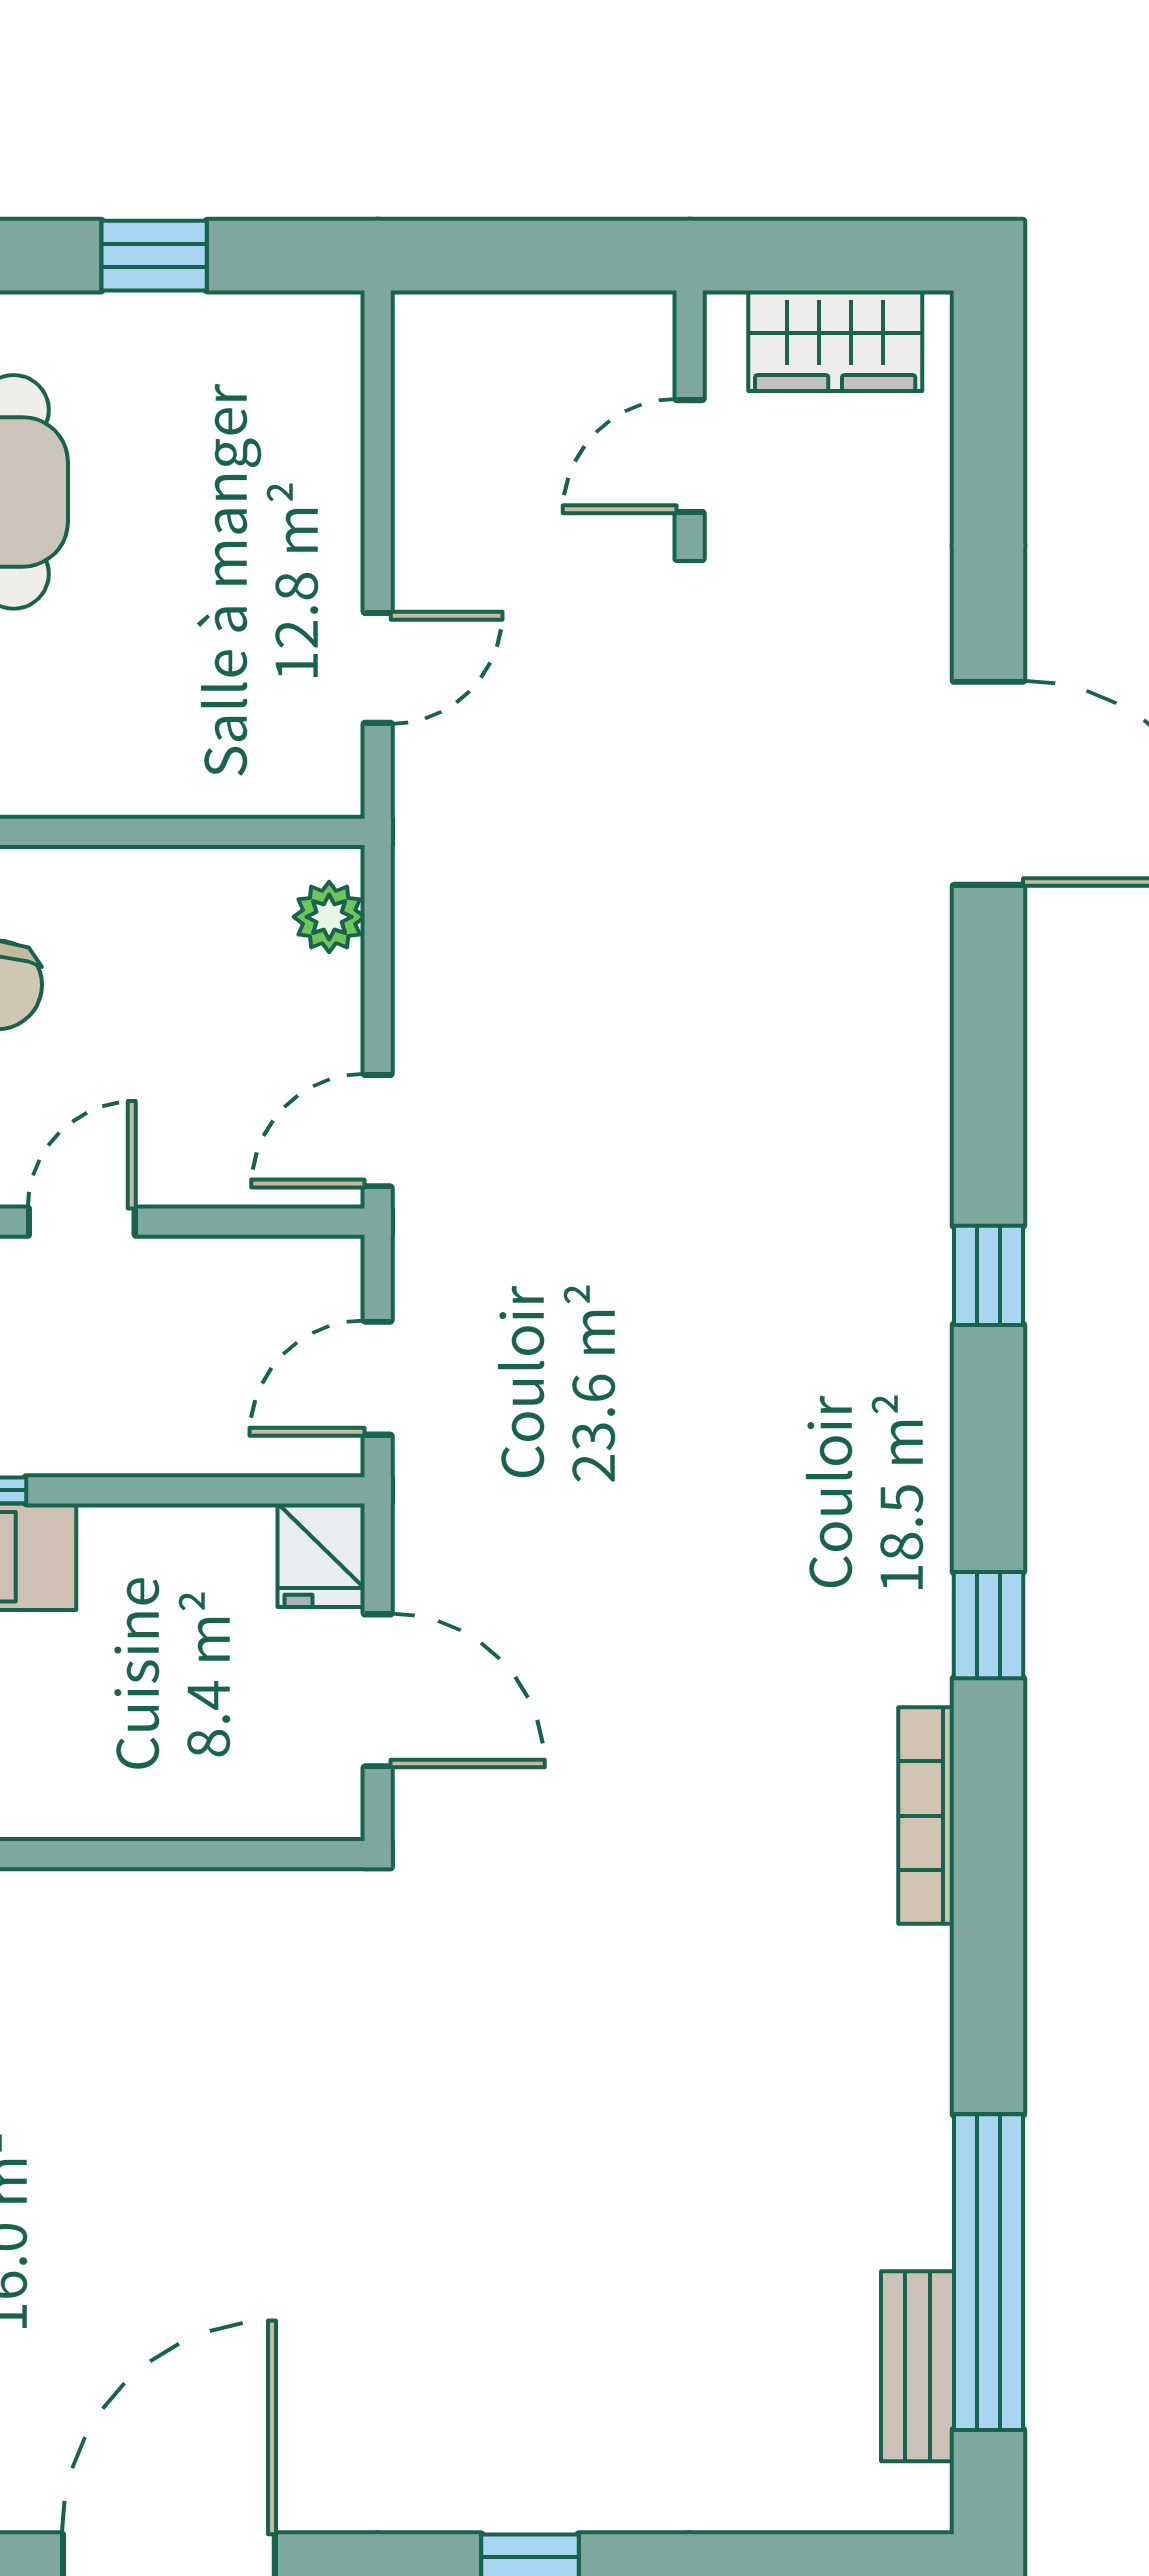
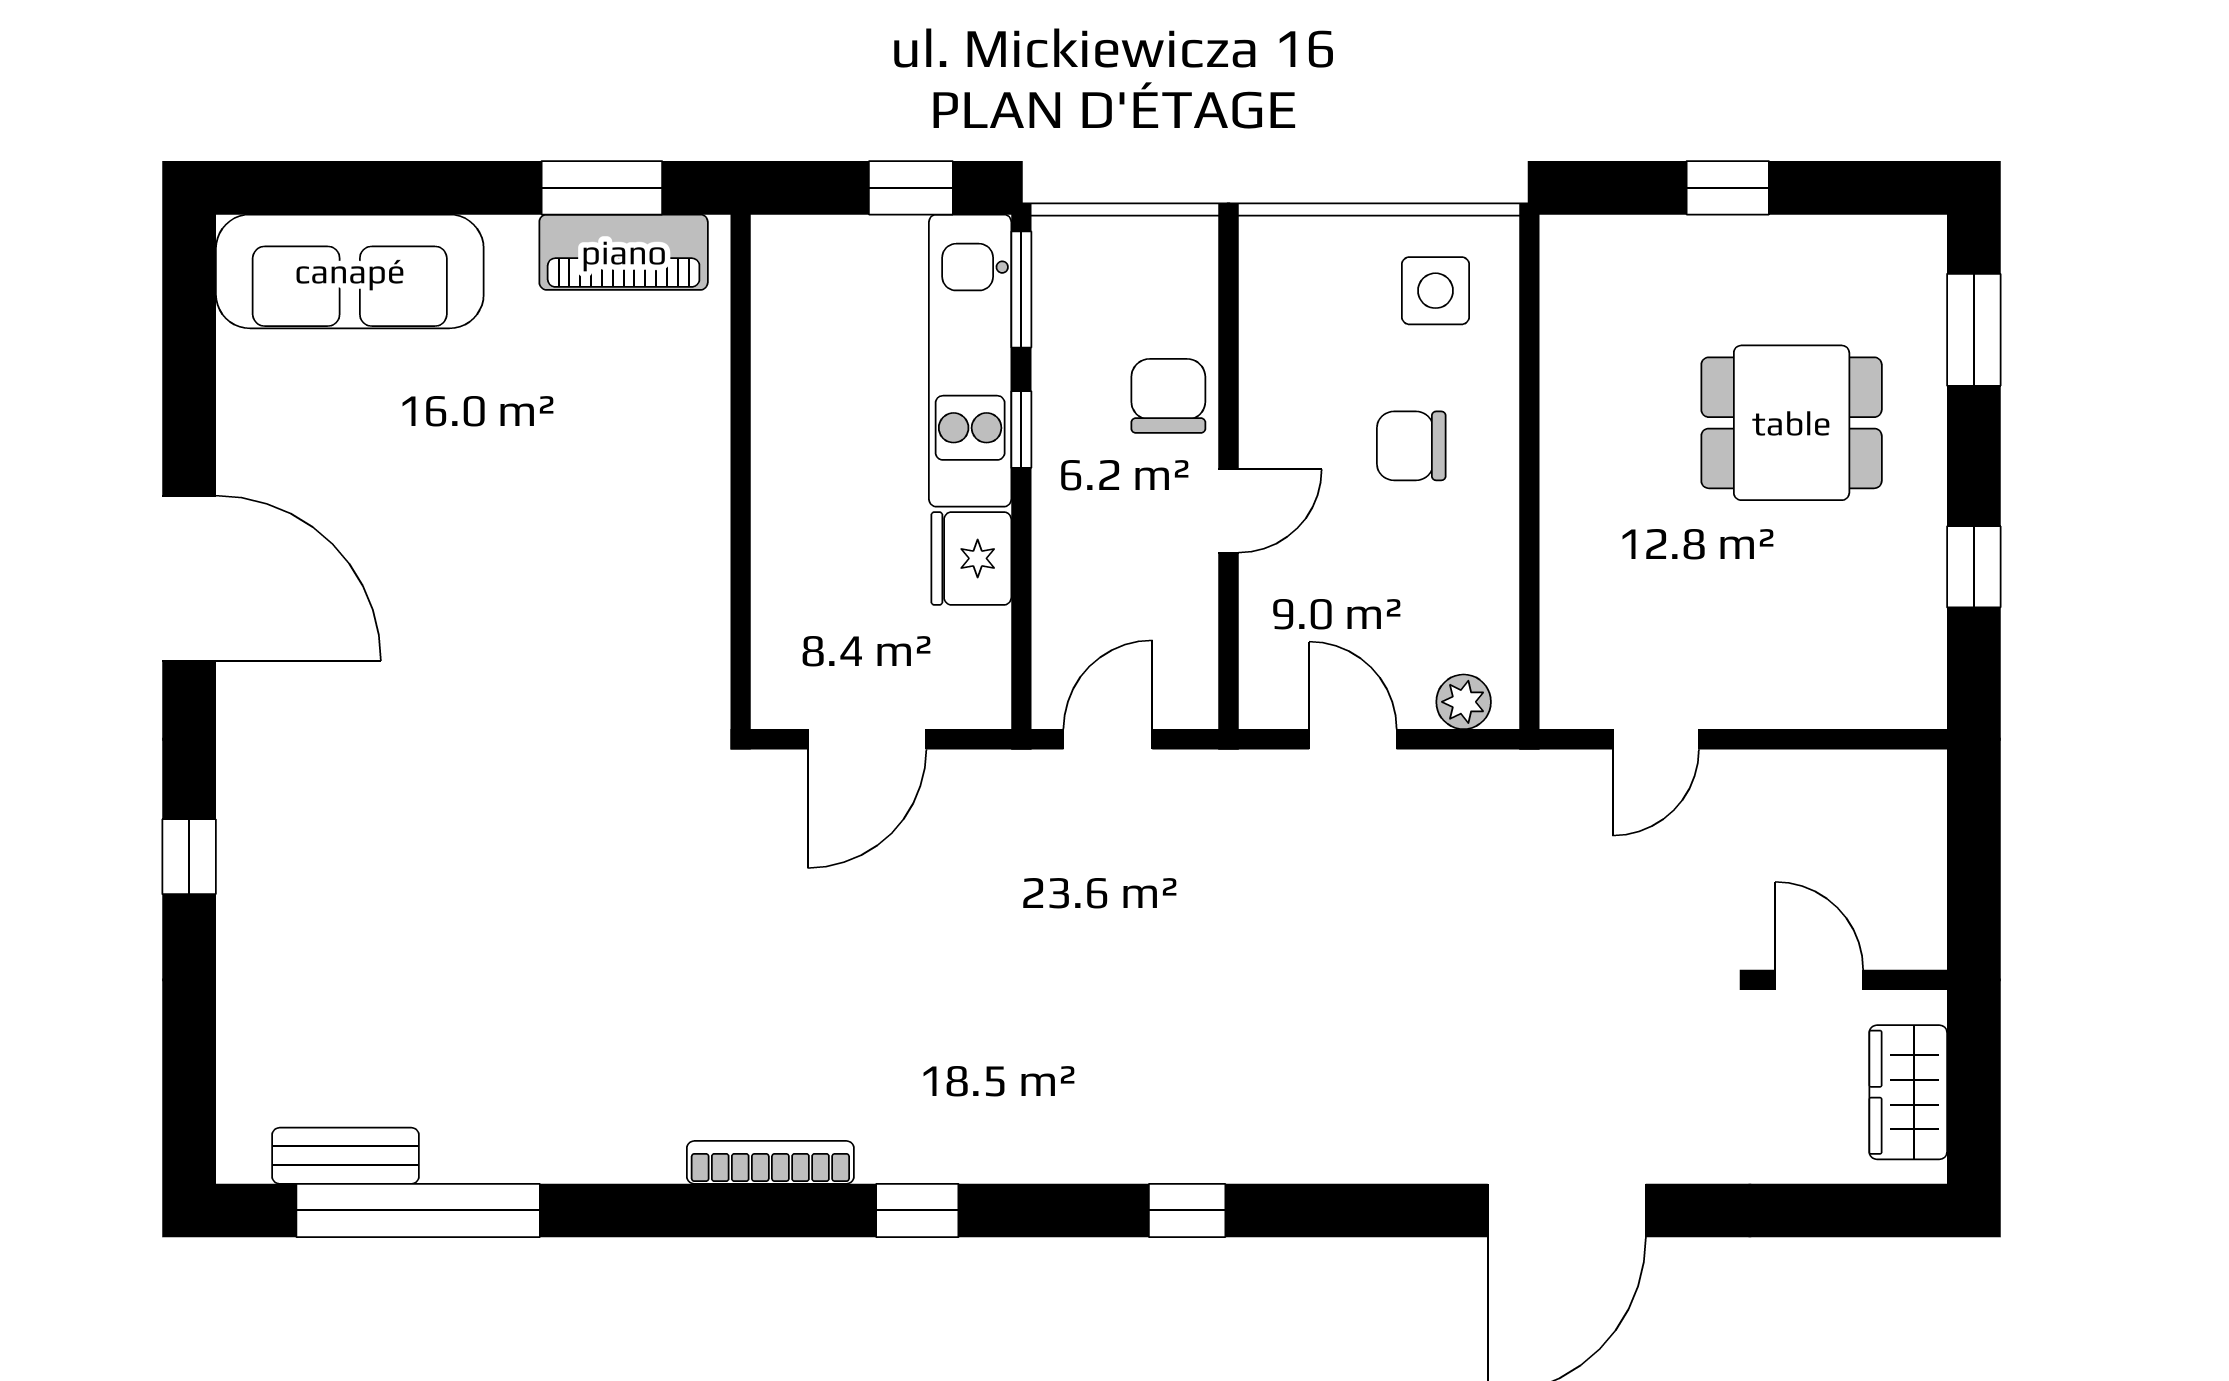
door: (378, 668) -> (1656, 739), hinge flipped
door: (378, 1131) -> (1353, 739), moved
door: (82, 1222) -> (1229, 511), hinge flipped
door: (378, 1378) -> (1108, 739), hinge flipped
fridge: (321, 1555) -> (971, 558), moved, width x1.38

